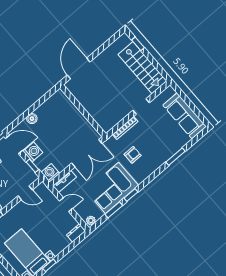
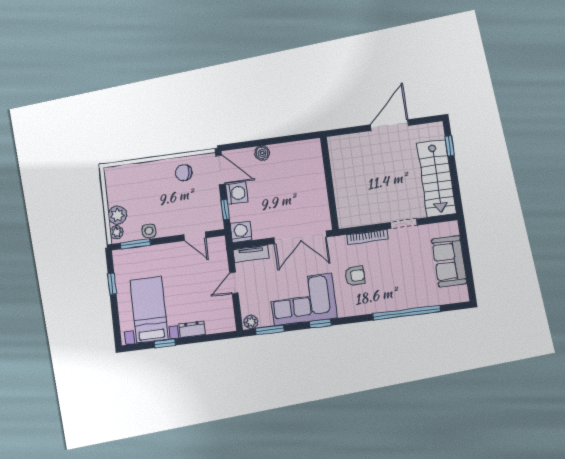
door: (79, 68) -> (390, 125), moved
sofa: (184, 116) -> (449, 261), width x0.73
window: (175, 157) -> (407, 313), width x2.11
door: (66, 205) -> (234, 283), swing flipped
window: (114, 210) -> (270, 330), moved
dresser: (76, 233) -> (192, 329), moved

